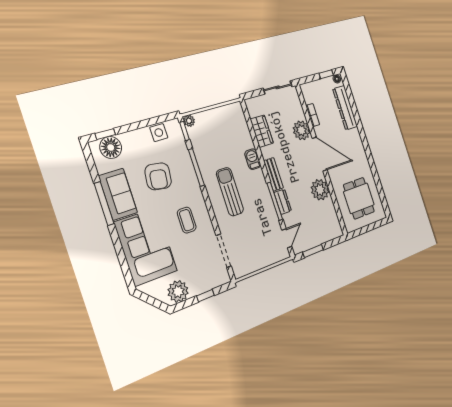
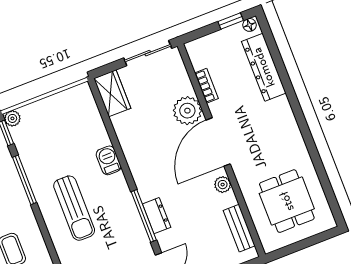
wardrobe: (262, 131) -> (112, 93), moved
door: (320, 154) -> (218, 142), swing flipped
bench: (274, 174) -> (239, 228), moved
plant: (320, 190) -> (223, 185), width x0.53, depth x0.53
sun lounger: (230, 192) -> (74, 208), turned 180

